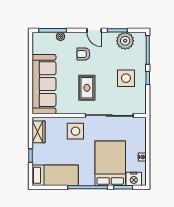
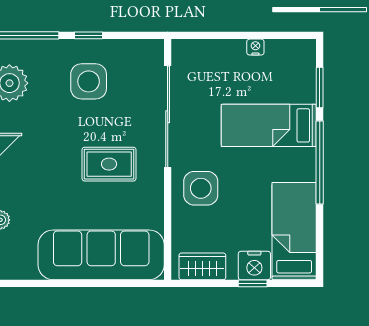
armchair: (83, 54) -> (38, 171), removed
bed: (110, 163) -> (269, 125), width x0.67
nightstand: (134, 179) -> (254, 265), moved, turned 90

